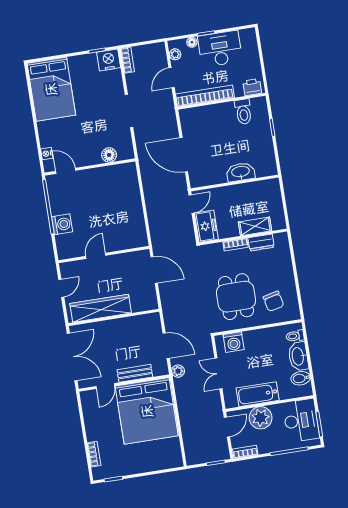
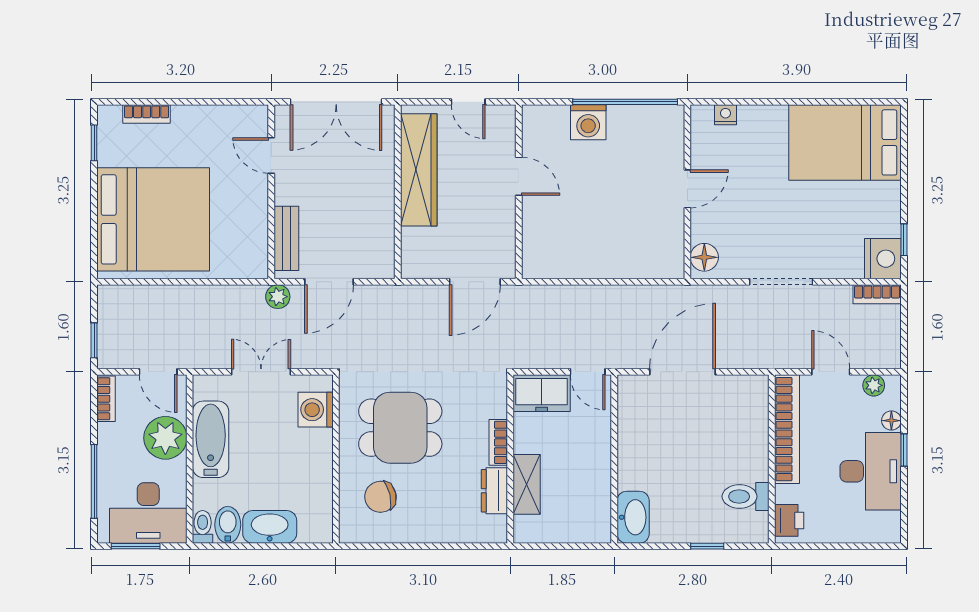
floor lamp: (109, 155) -> (704, 257), moved
door: (66, 171) -> (687, 189), moved
washbasin: (241, 172) -> (633, 517), moved
toilet: (295, 336) -> (203, 527), moved
bench: (135, 373) -> (286, 238), moved
bed: (147, 411) -> (153, 219), moved, turned 180

